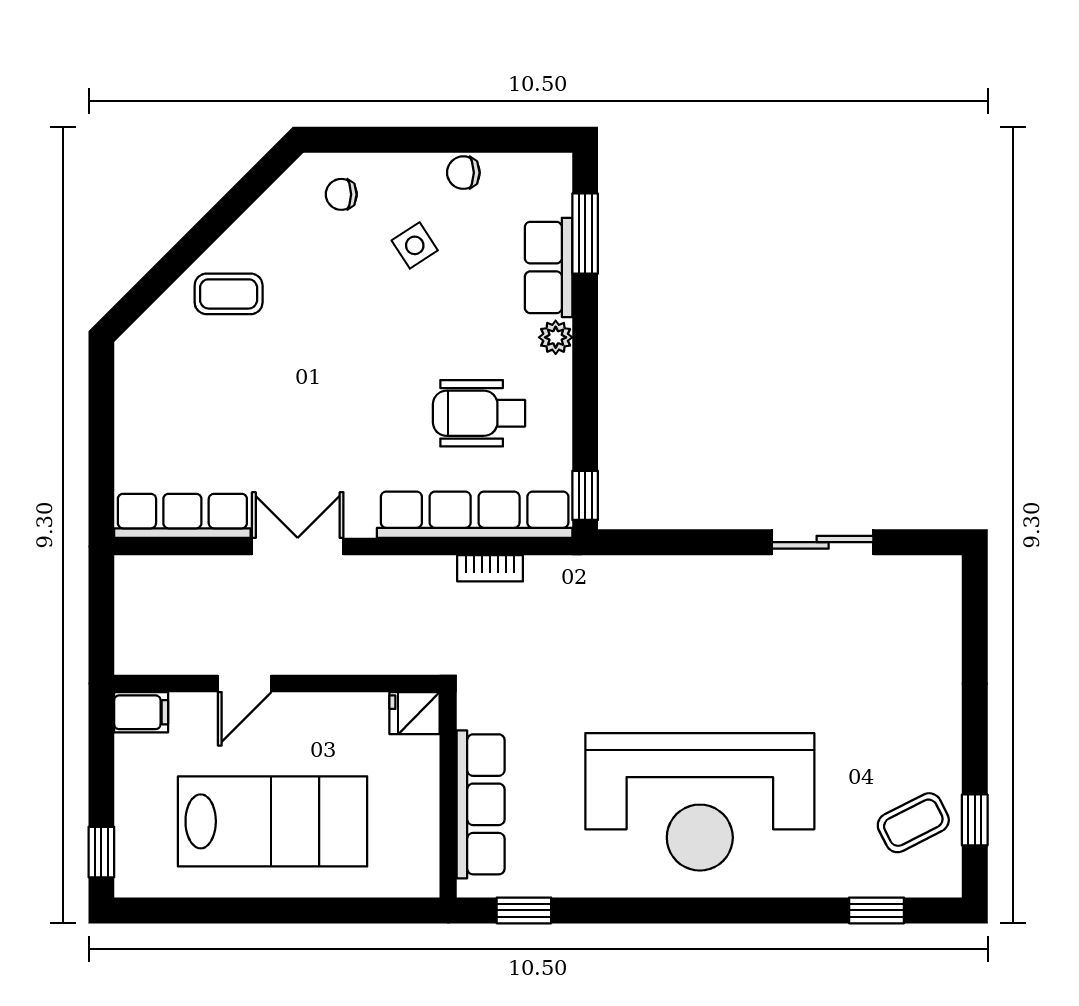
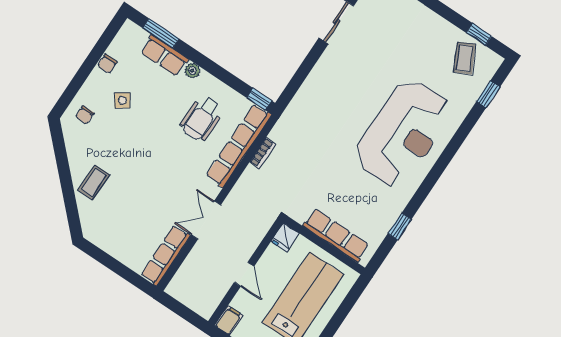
fridge: (415, 713) -> (285, 237), moved
wall: (448, 795) -> (324, 245), moved
row of seats: (481, 804) -> (336, 235), moved

